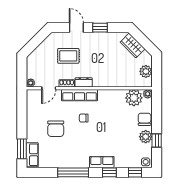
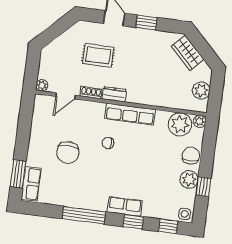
row of seats: (80, 95) -> (130, 114), moved

